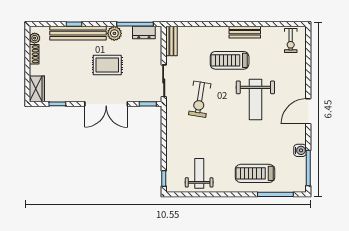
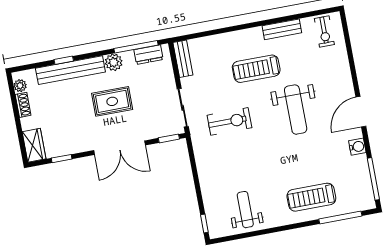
bench: (245, 32) -> (282, 29), moved
exercise bike: (200, 99) -> (229, 121), turned -99
water cooler: (300, 150) -> (357, 147), moved

